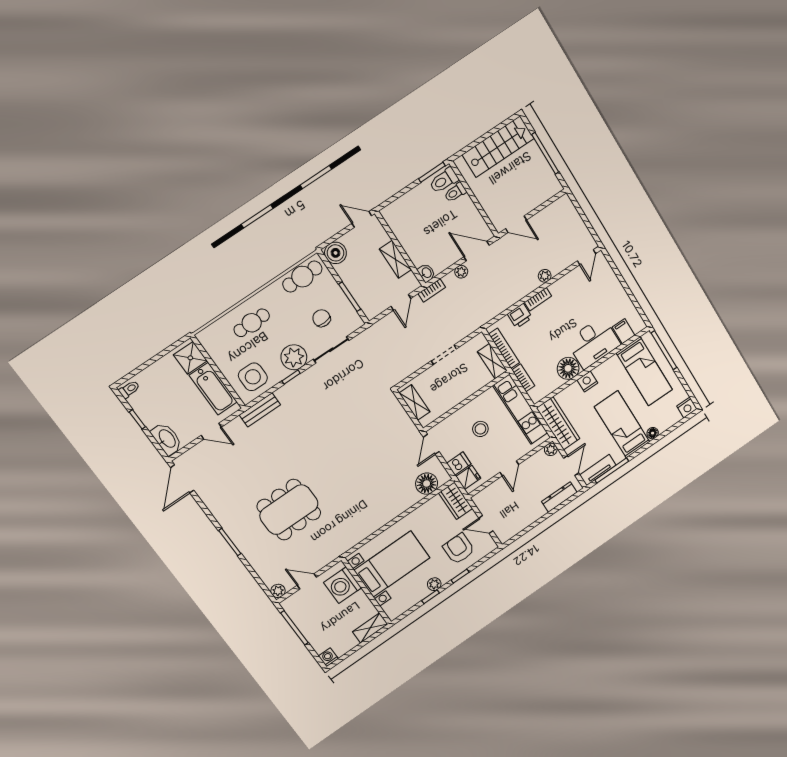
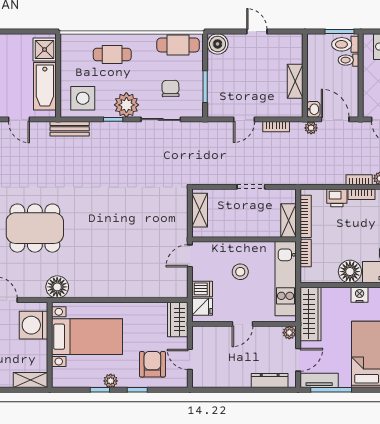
wall: (400, 249) -> (305, 75), moved
shelving: (395, 259) -> (295, 81), moved
washbasin: (426, 273) -> (313, 109), moved
bookcase: (528, 288) -> (359, 180), added
floor lamp: (427, 484) -> (57, 287), moved

